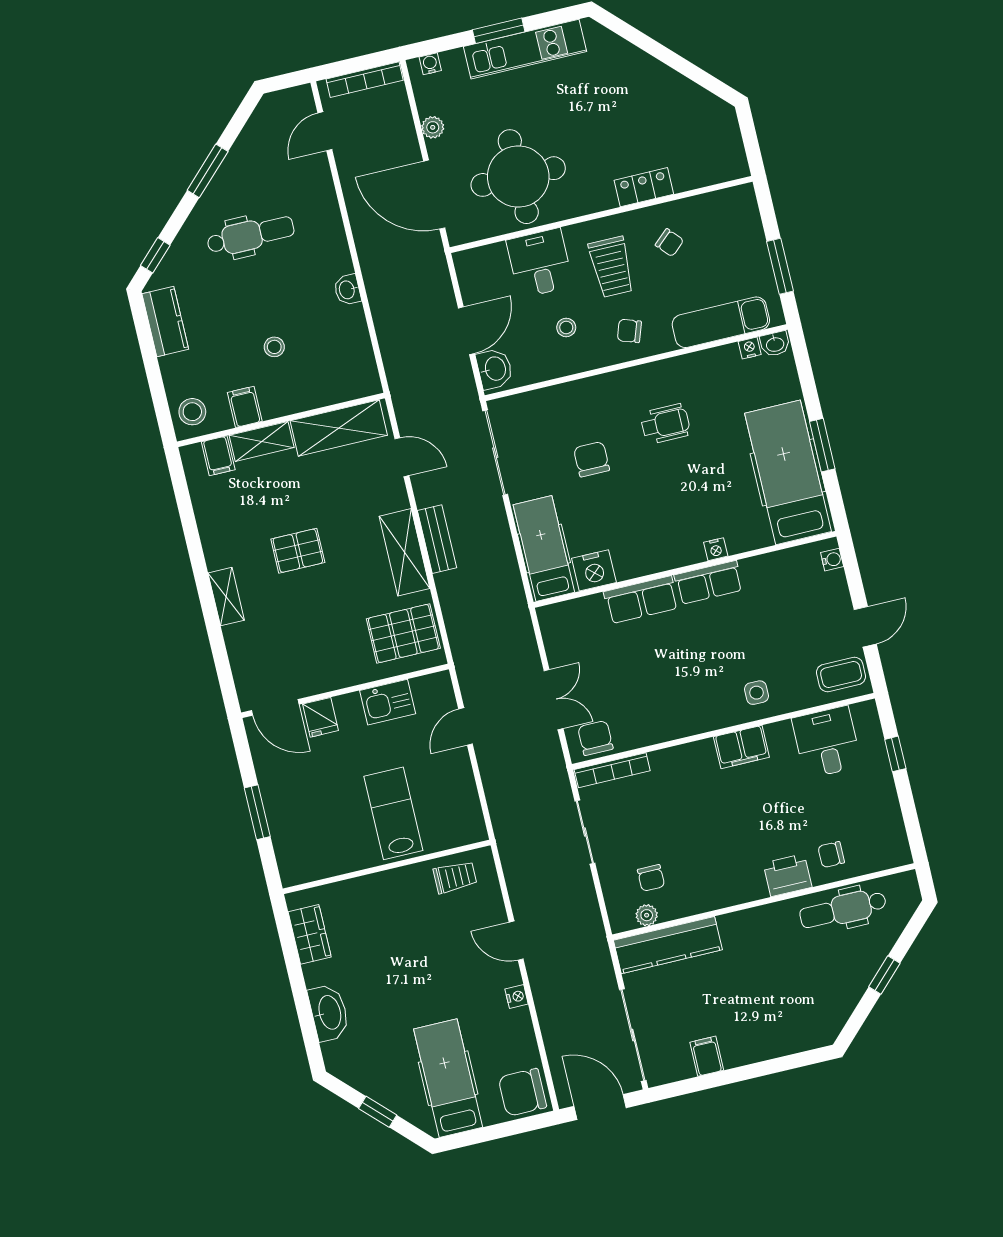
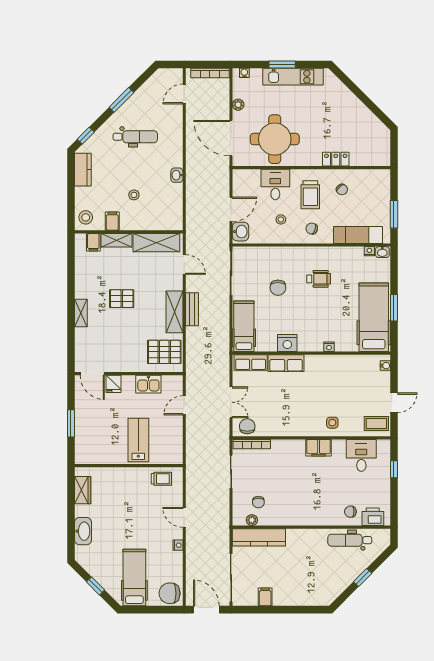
chair: (592, 459) -> (278, 288), turned 180
nightstand: (594, 570) -> (287, 343), moved
row of seats: (709, 582) -> (251, 362), moved
printer: (787, 875) -> (373, 517), moved

